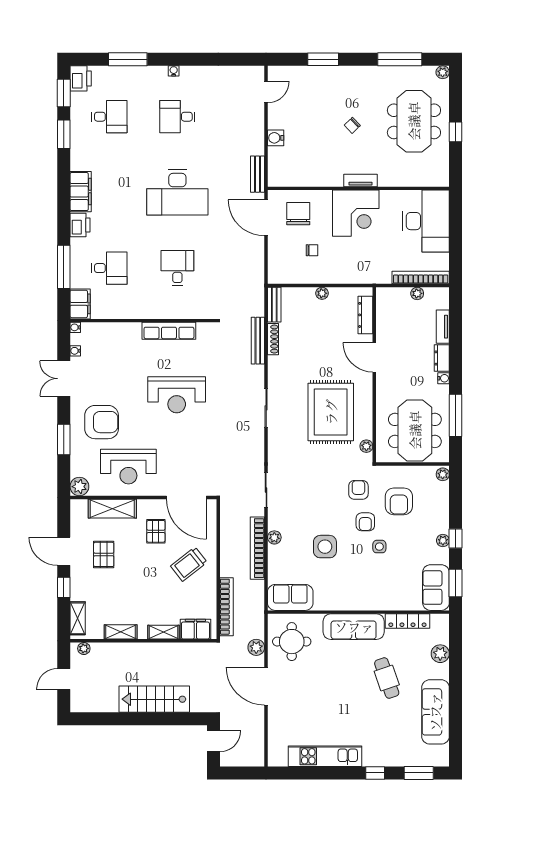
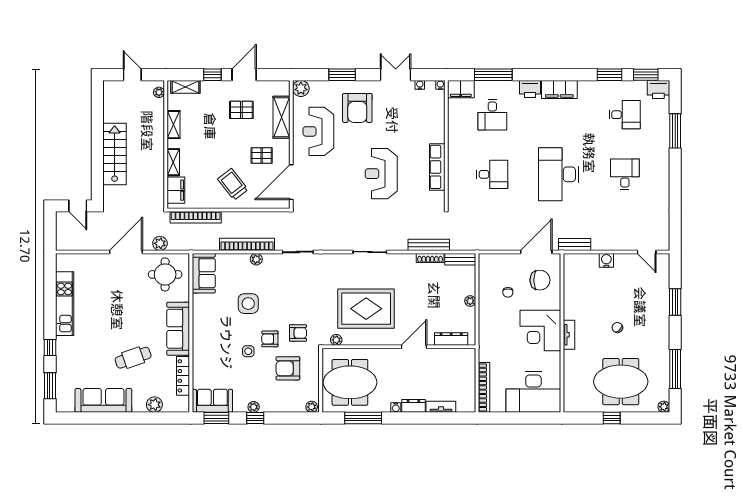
water cooler: (174, 71) -> (665, 171), removed
desk: (109, 117) -> (625, 115), turned -90
plant: (417, 293) -> (470, 384), removed

